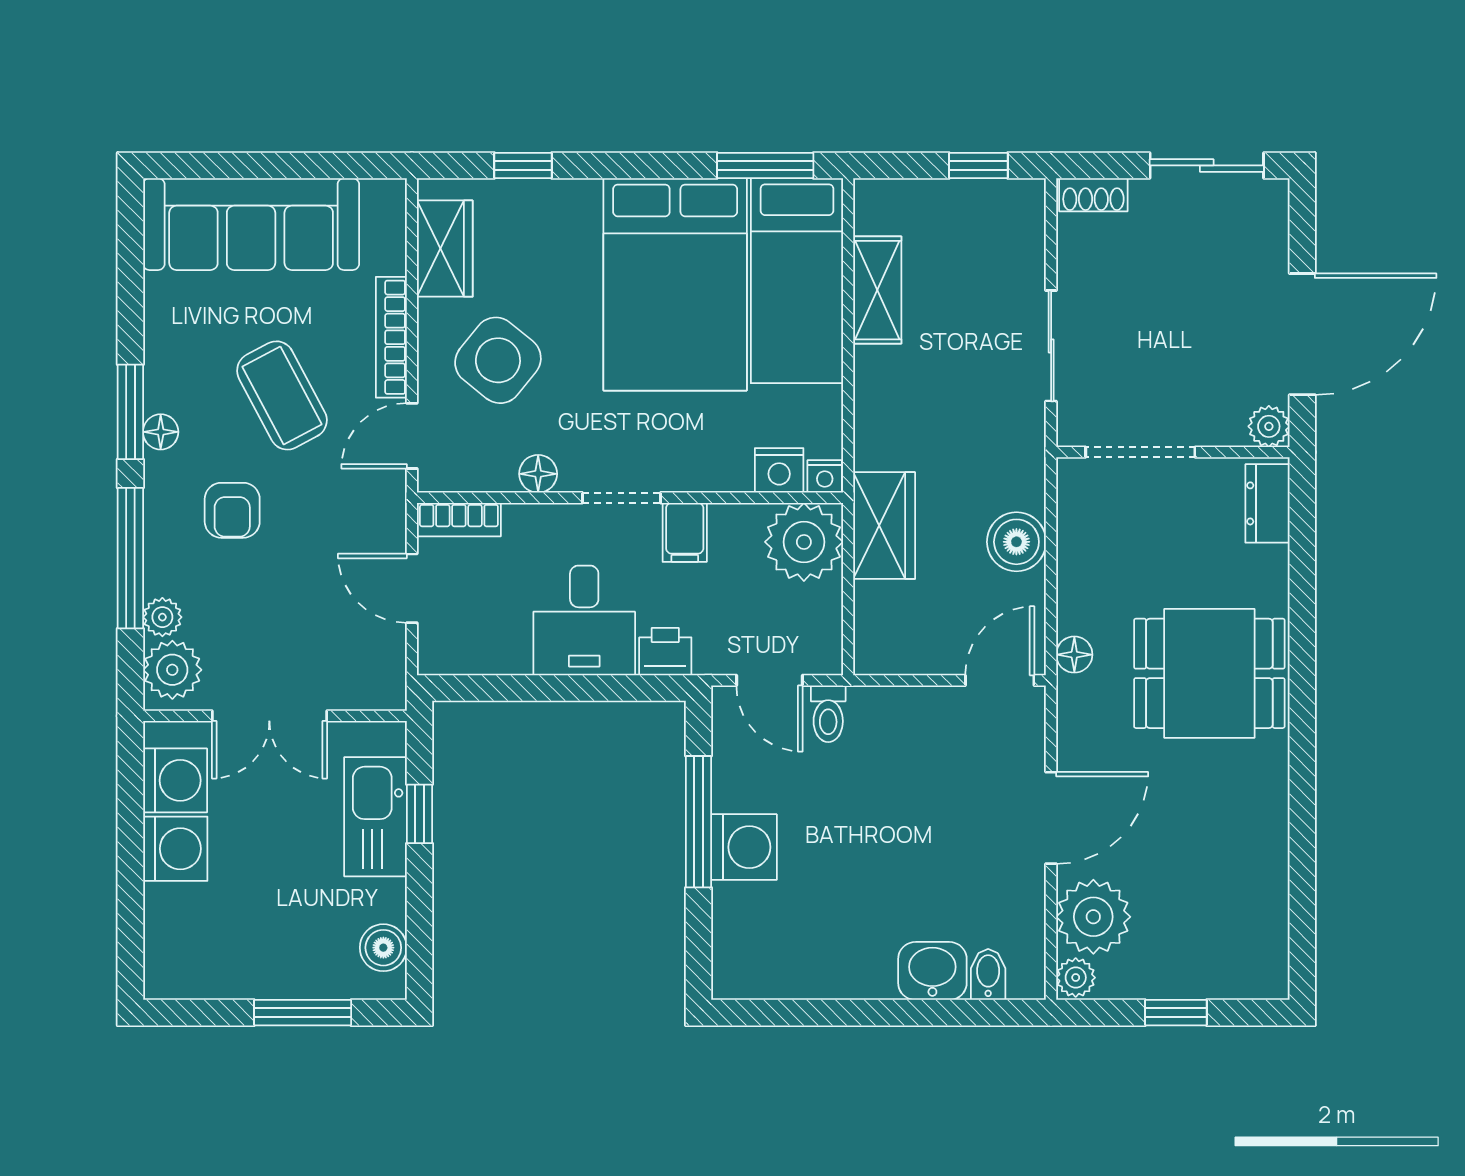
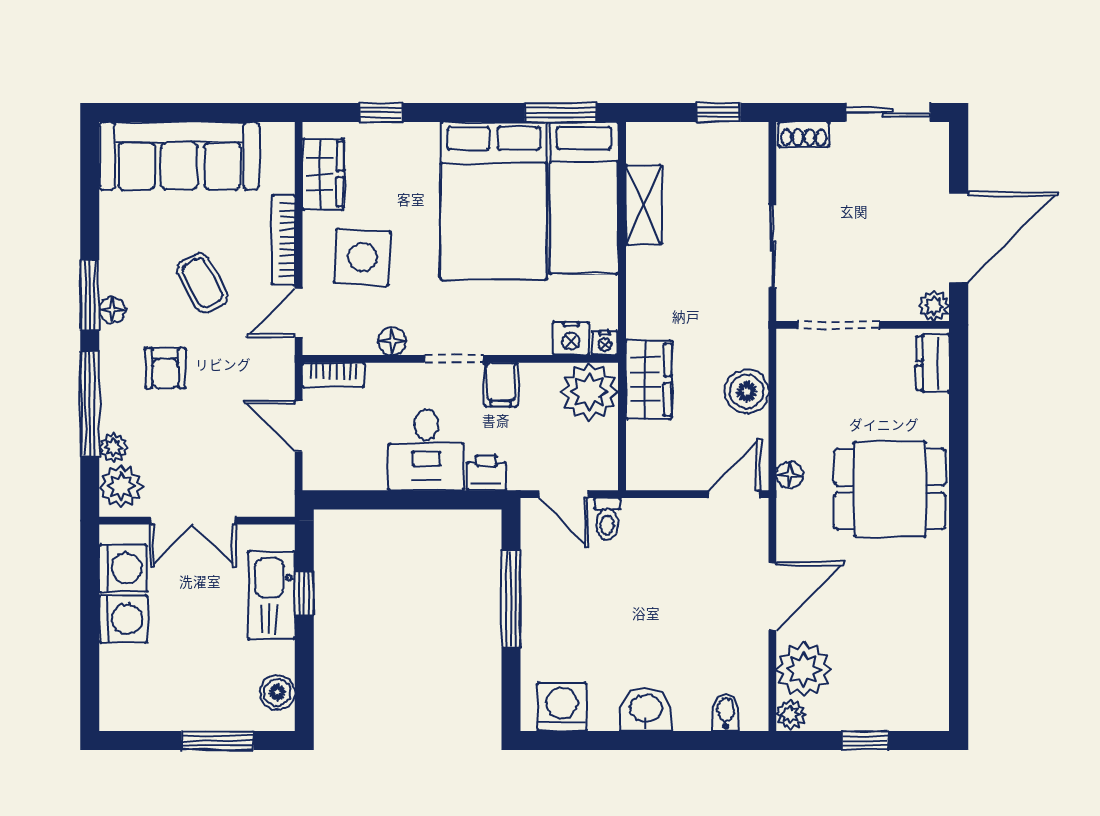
side table: (498, 360) -> (362, 257), turned -36
coffee table: (282, 395) -> (202, 283), width x0.73, depth x0.77
washing machine: (744, 847) -> (562, 707), moved, turned -90
washbasin: (932, 971) -> (646, 710), moved

